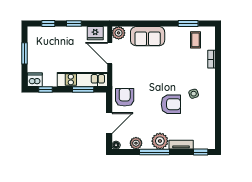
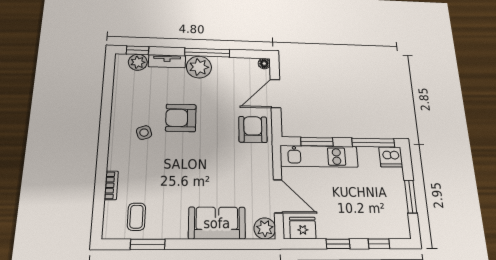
window: (46, 90) -> (373, 143), width x2.17
armchair: (125, 97) -> (253, 129), turned 180
plant: (136, 143) -> (138, 62), moved

